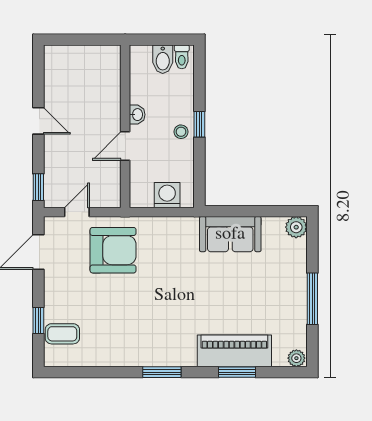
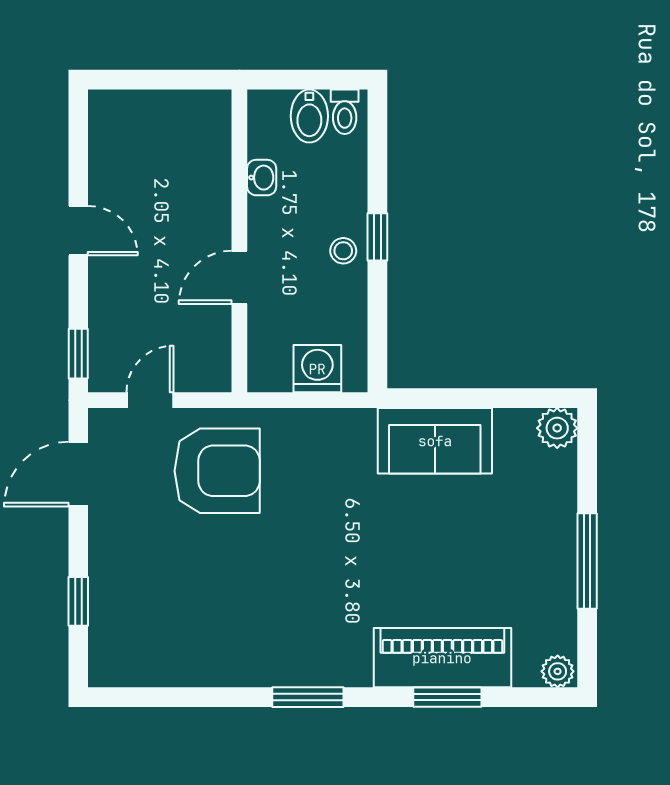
washbasin: (137, 115) -> (262, 178), moved
coffee table: (62, 334) -> (123, 626), removed

